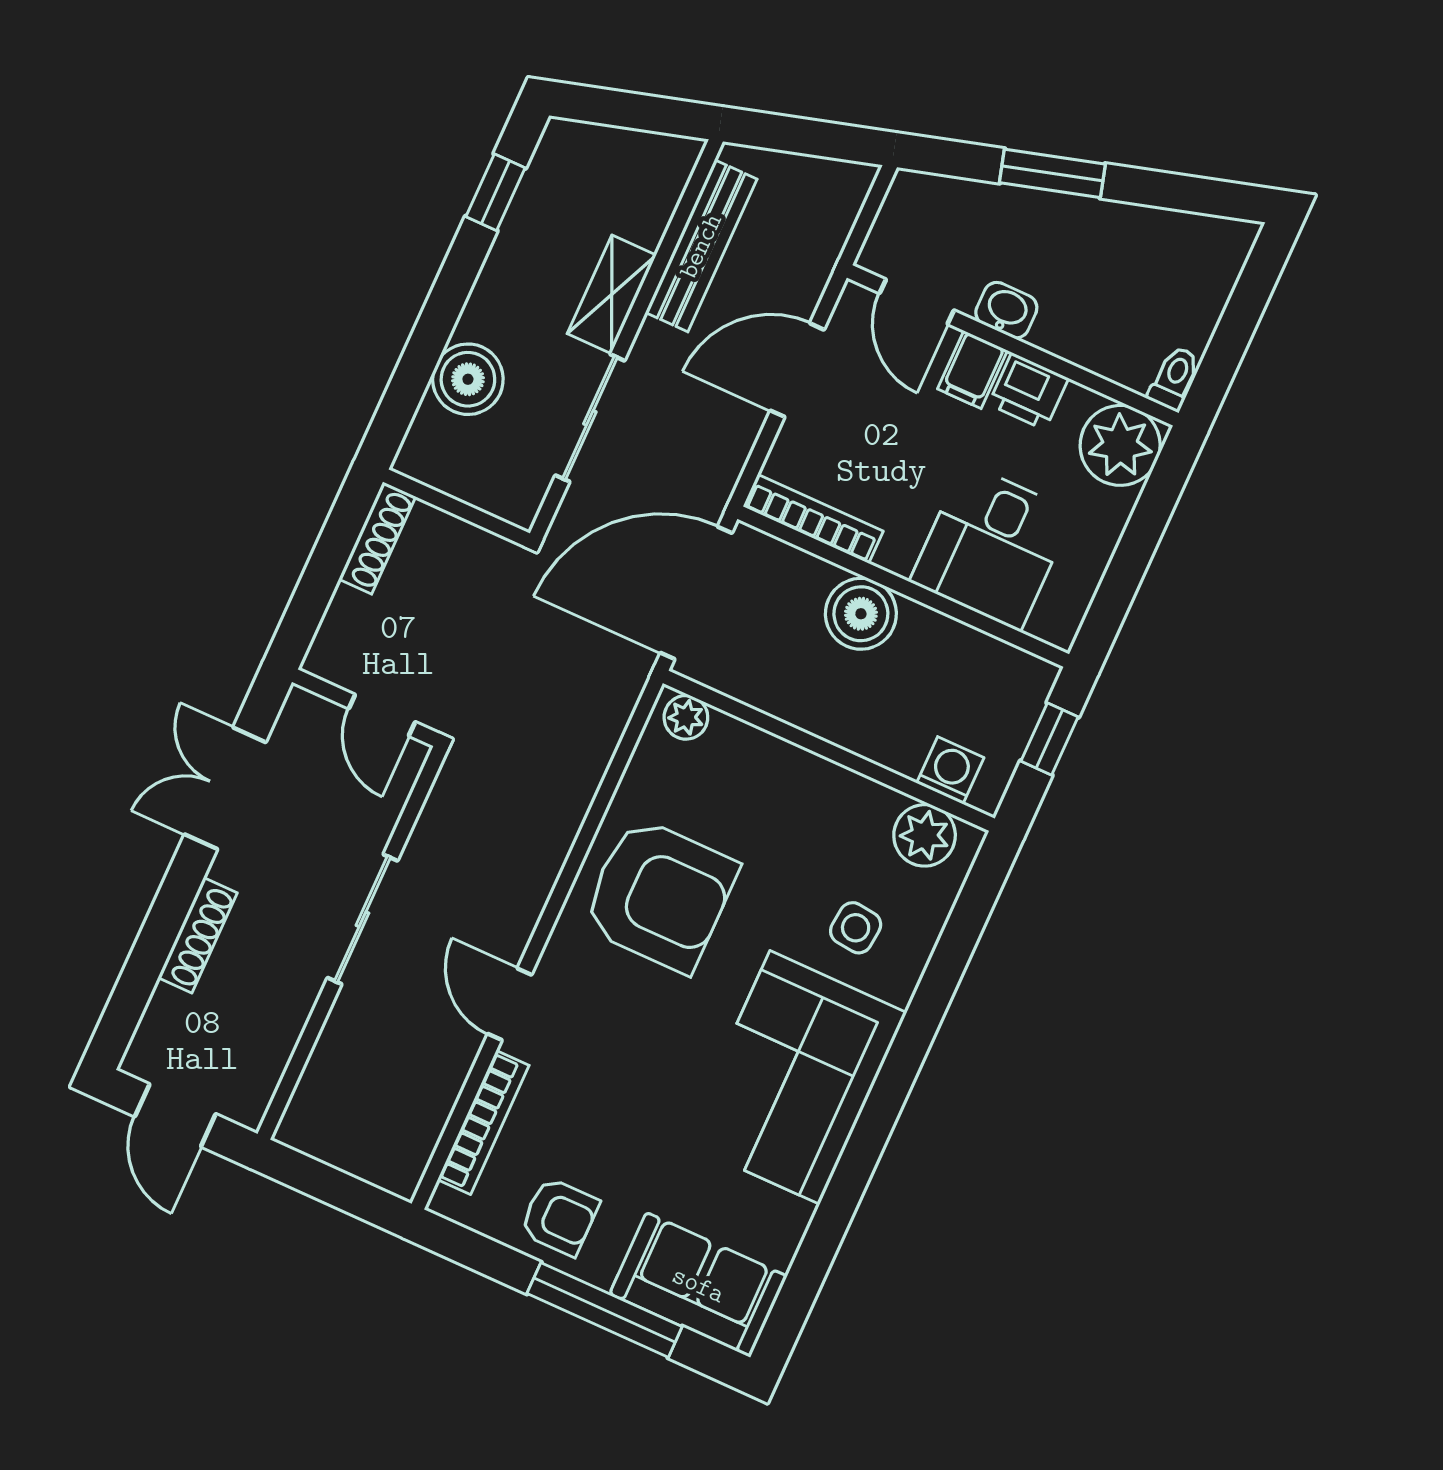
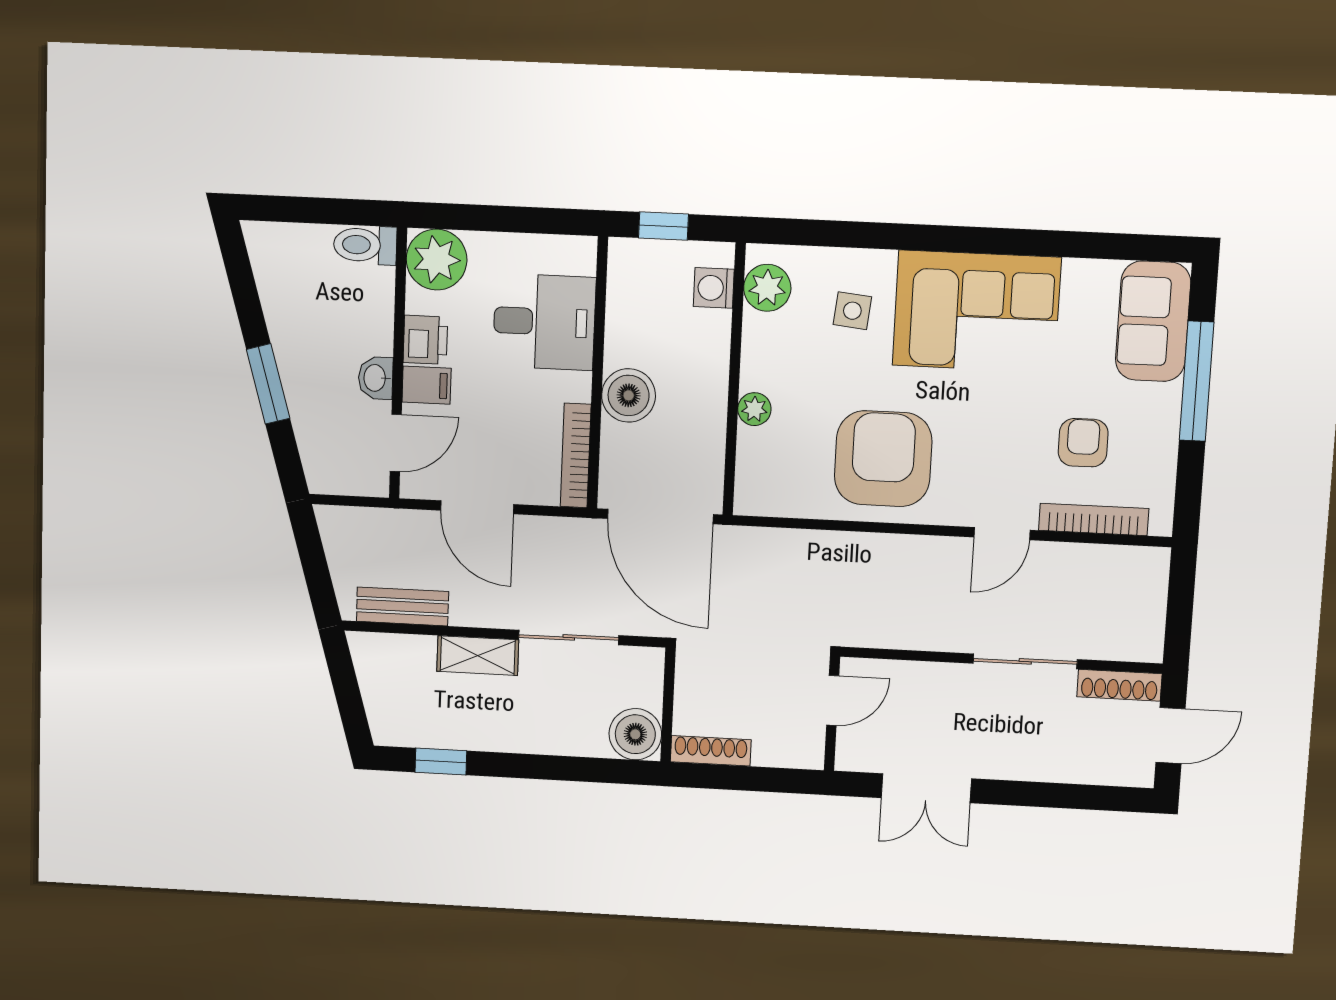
bench: (701, 246) -> (402, 606), width x0.73
toilet: (1174, 378) -> (365, 245), width x1.37, depth x1.39
boiler: (468, 379) -> (635, 734), moved
plant: (686, 717) -> (754, 409), moved
sliding door: (362, 919) -> (1025, 661), moved
shoe rack: (198, 935) -> (1119, 685), moved, turned 180
armchair: (559, 1217) -> (1083, 443), moved

